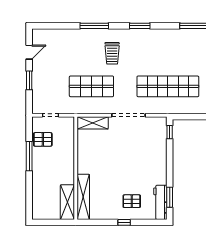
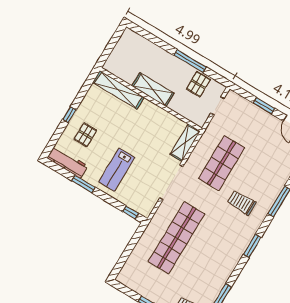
lab bench: (144, 162) -> (117, 170), added
window: (170, 197) -> (83, 184), moved
shelving: (67, 202) -> (153, 90), moved

